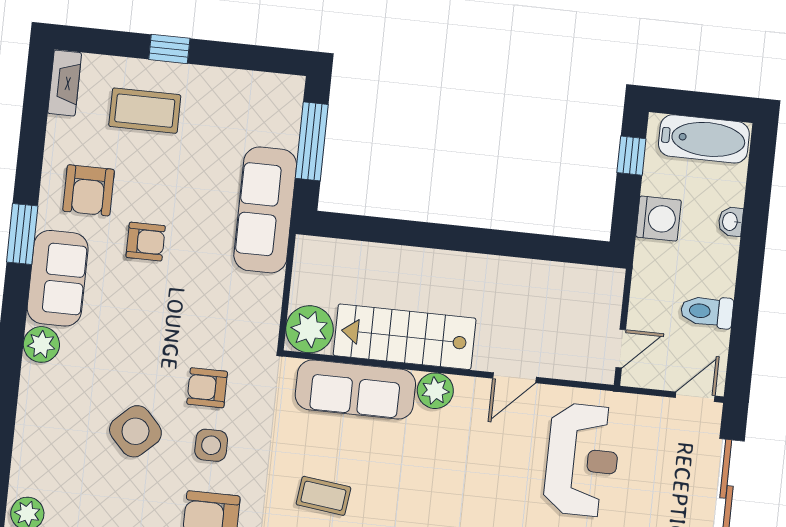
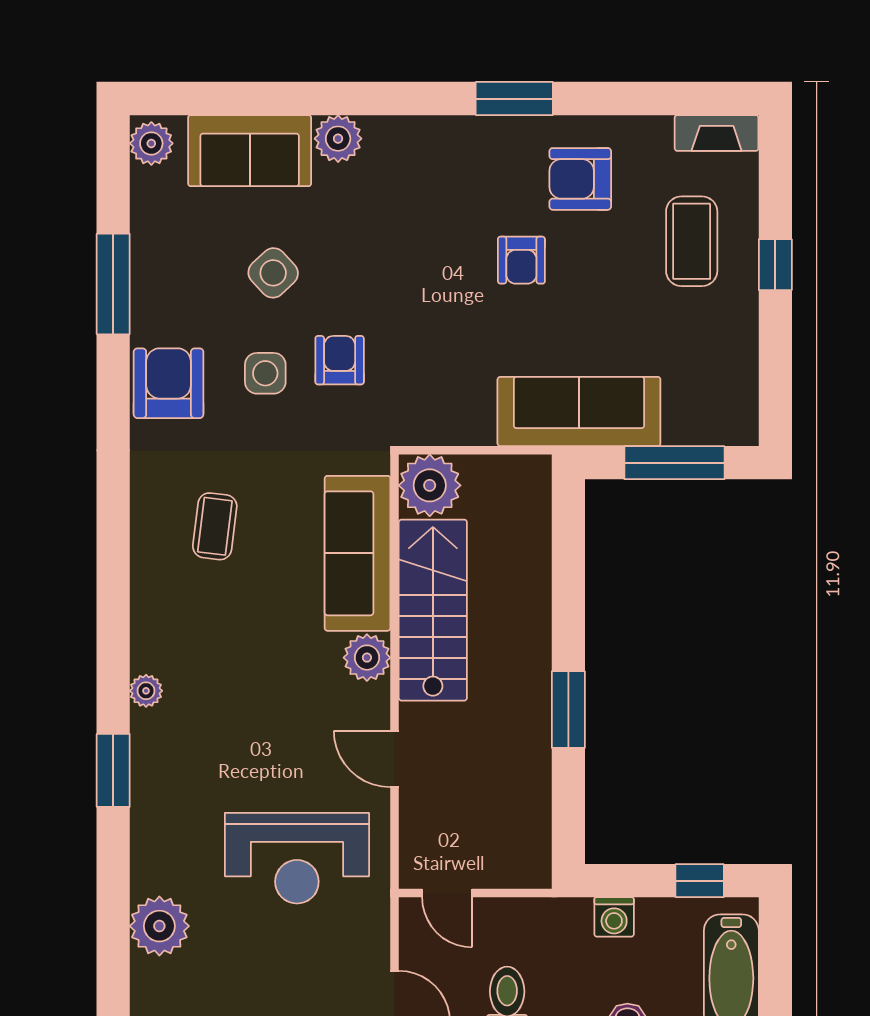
washing machine: (658, 219) -> (614, 917), width x0.73, depth x0.73
window: (491, 242) -> (568, 710), added
sofa: (58, 278) -> (250, 151), moved
plant: (41, 344) -> (338, 139), moved
side table: (135, 431) -> (273, 273), width x0.73, depth x0.73

